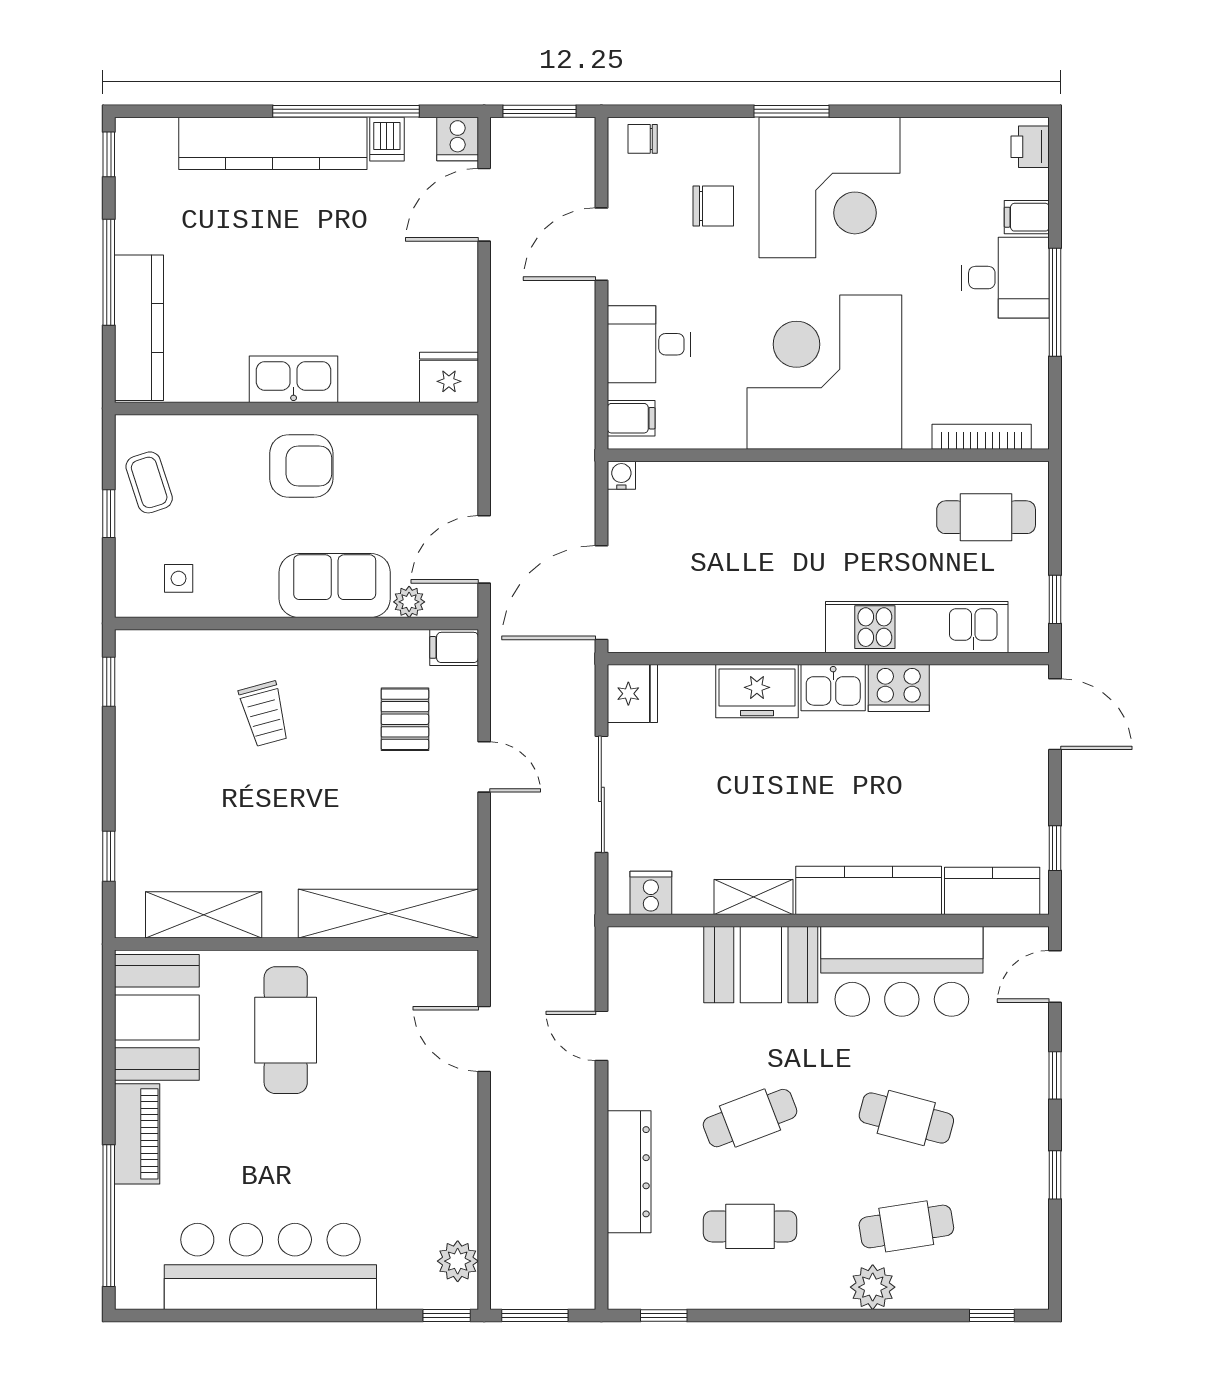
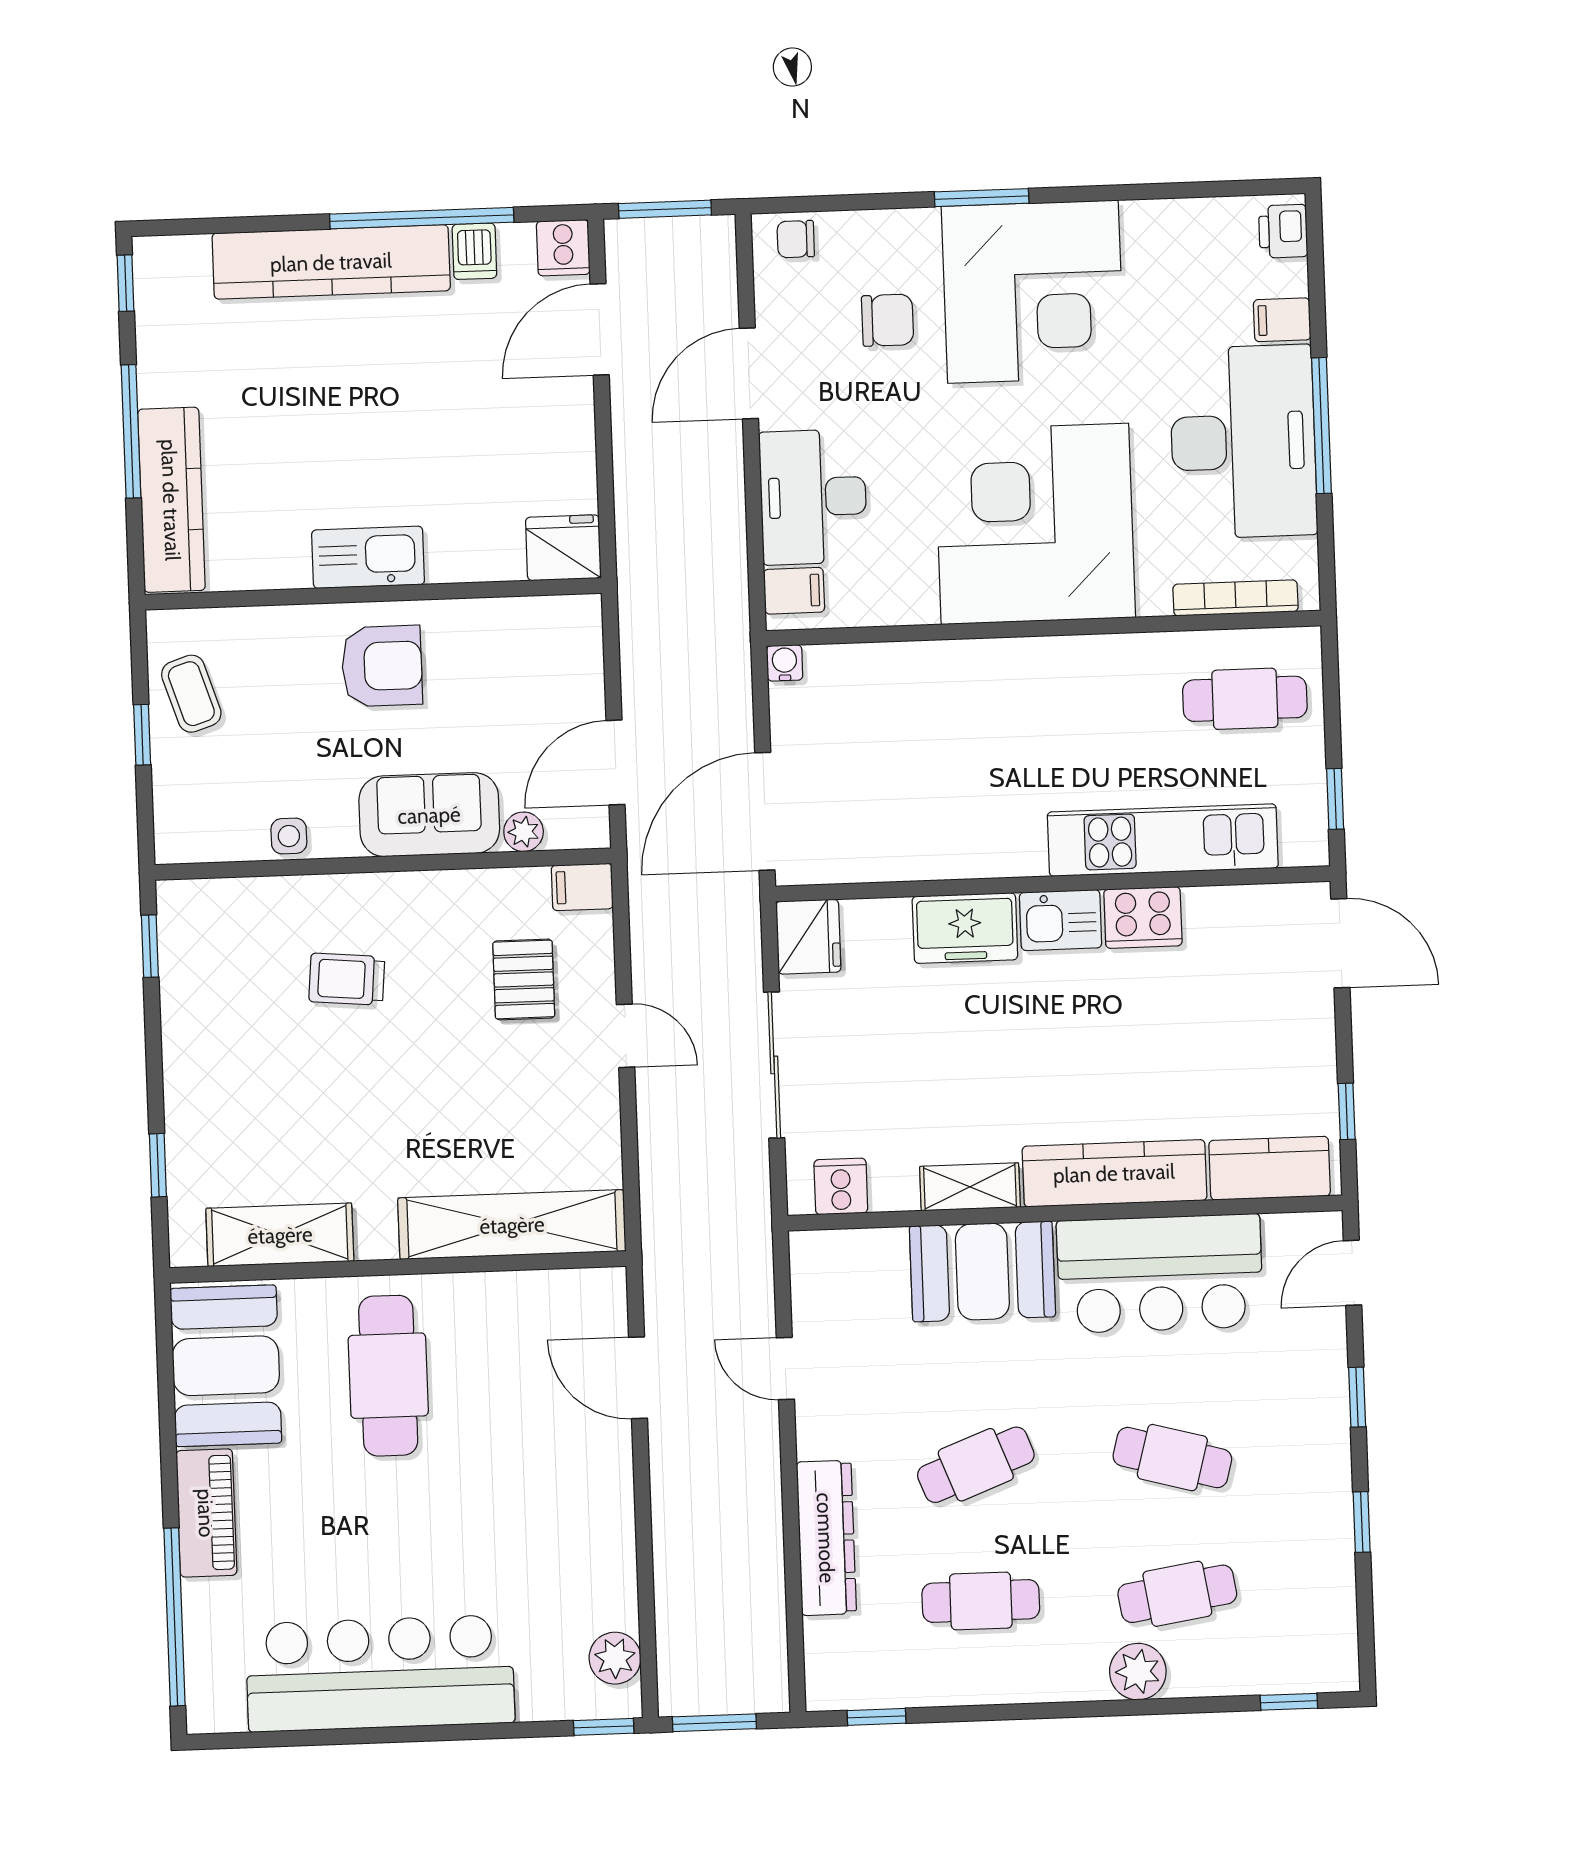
desk: (1005, 278) -> (1243, 442), width x1.87, depth x1.30
desk: (649, 344) -> (813, 497), width x1.37
side table: (179, 578) -> (289, 836), moved
trolley: (264, 714) -> (347, 979), turned 110

